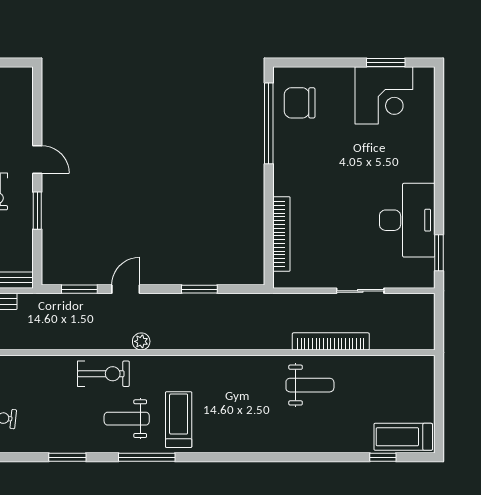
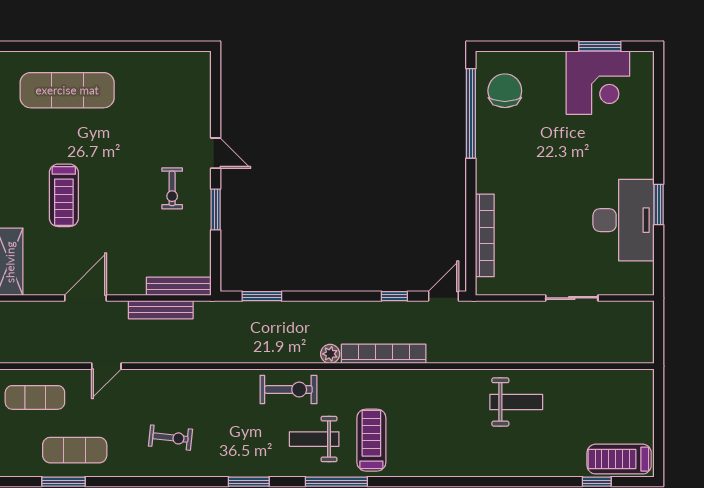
chair: (300, 103) -> (505, 91), turned 90
window: (439, 253) -> (659, 205), moved
door: (126, 289) -> (443, 296), moved
window: (199, 289) -> (394, 296), width x0.67
bookcase: (331, 341) -> (384, 354), moved

